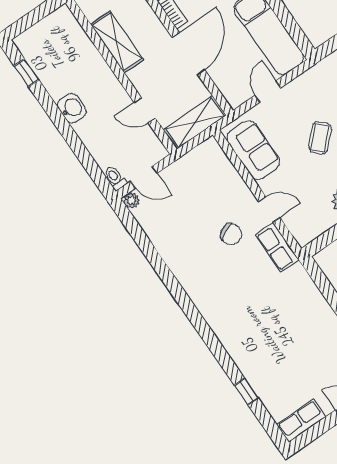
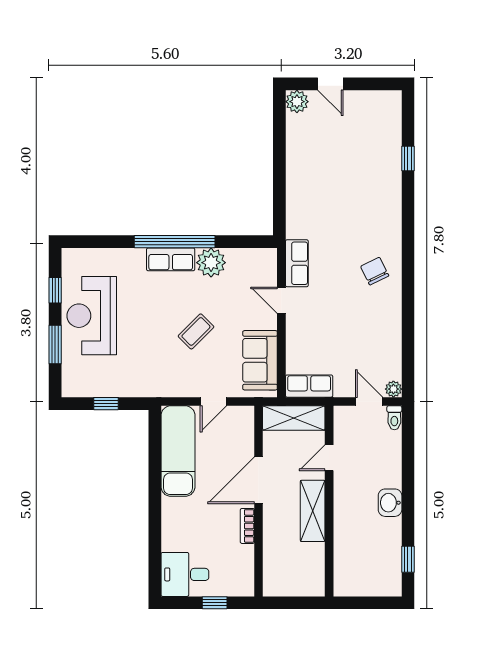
shelving: (117, 42) -> (313, 511), moved
door: (145, 110) -> (329, 458), swing flipped
chair: (231, 234) -> (375, 271), moved
row of seats: (301, 421) -> (309, 386), moved, turned 180

